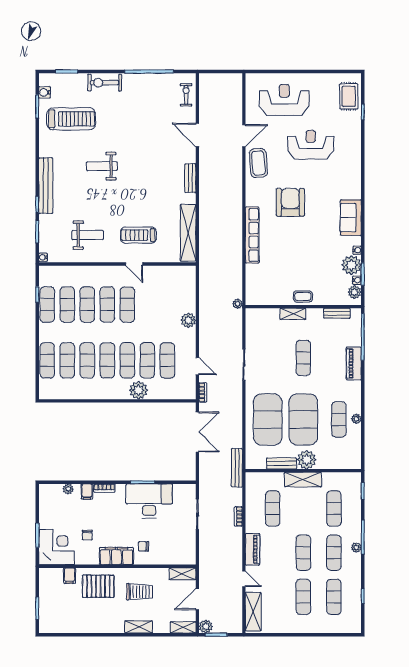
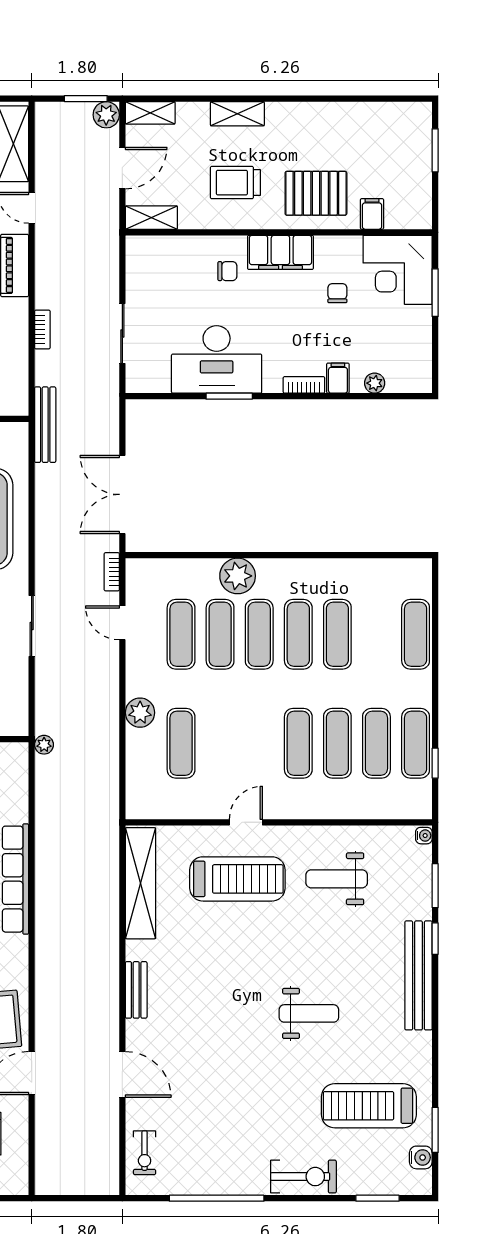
treadmill: (138, 235) -> (237, 879), width x1.37, depth x1.38
door: (134, 264) -> (246, 822), hinge flipped
exercise mat: (127, 305) -> (181, 743), moved
exercise mat: (67, 360) -> (376, 634), removed

